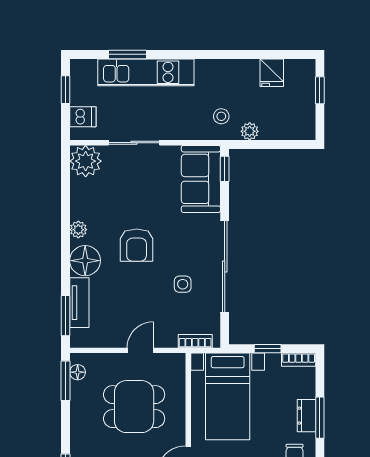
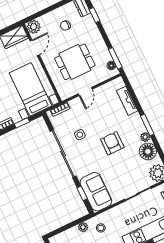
window: (225, 169) -> (82, 193), moved
floor lamp: (85, 261) -> (148, 151), moved
window: (65, 316) -> (147, 125), moved

